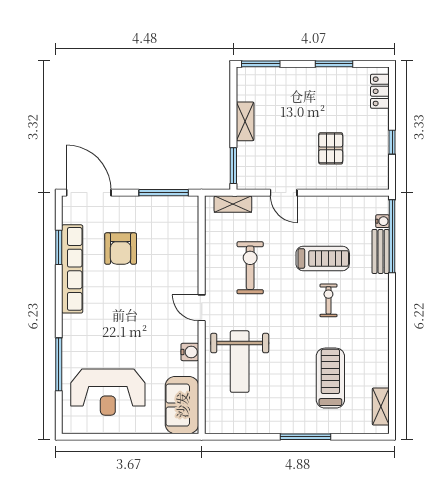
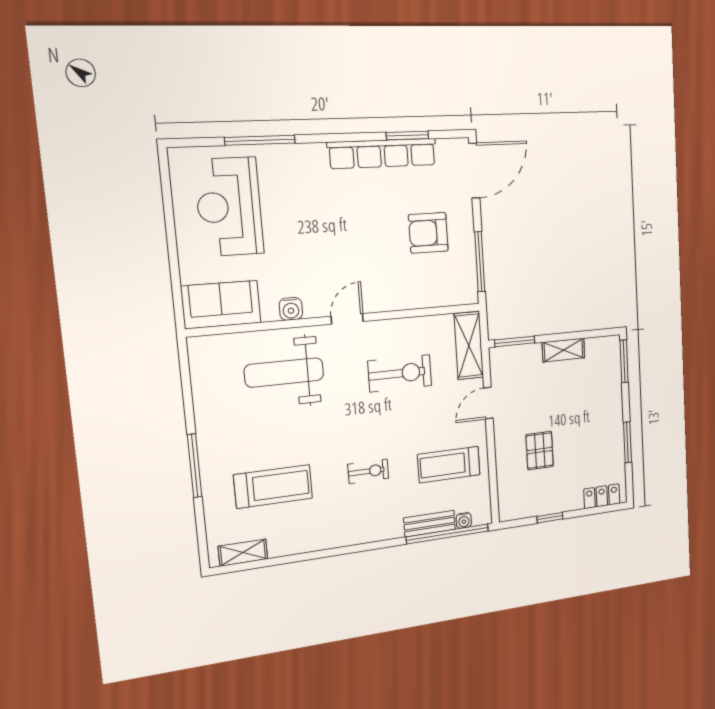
pallet: (331, 148) -> (540, 451), turned 90
shelving: (233, 204) -> (469, 346), width x1.50, depth x1.33
armchair: (121, 249) -> (428, 233), moved
treadmill: (323, 258) -> (449, 465), moved, turned 90

